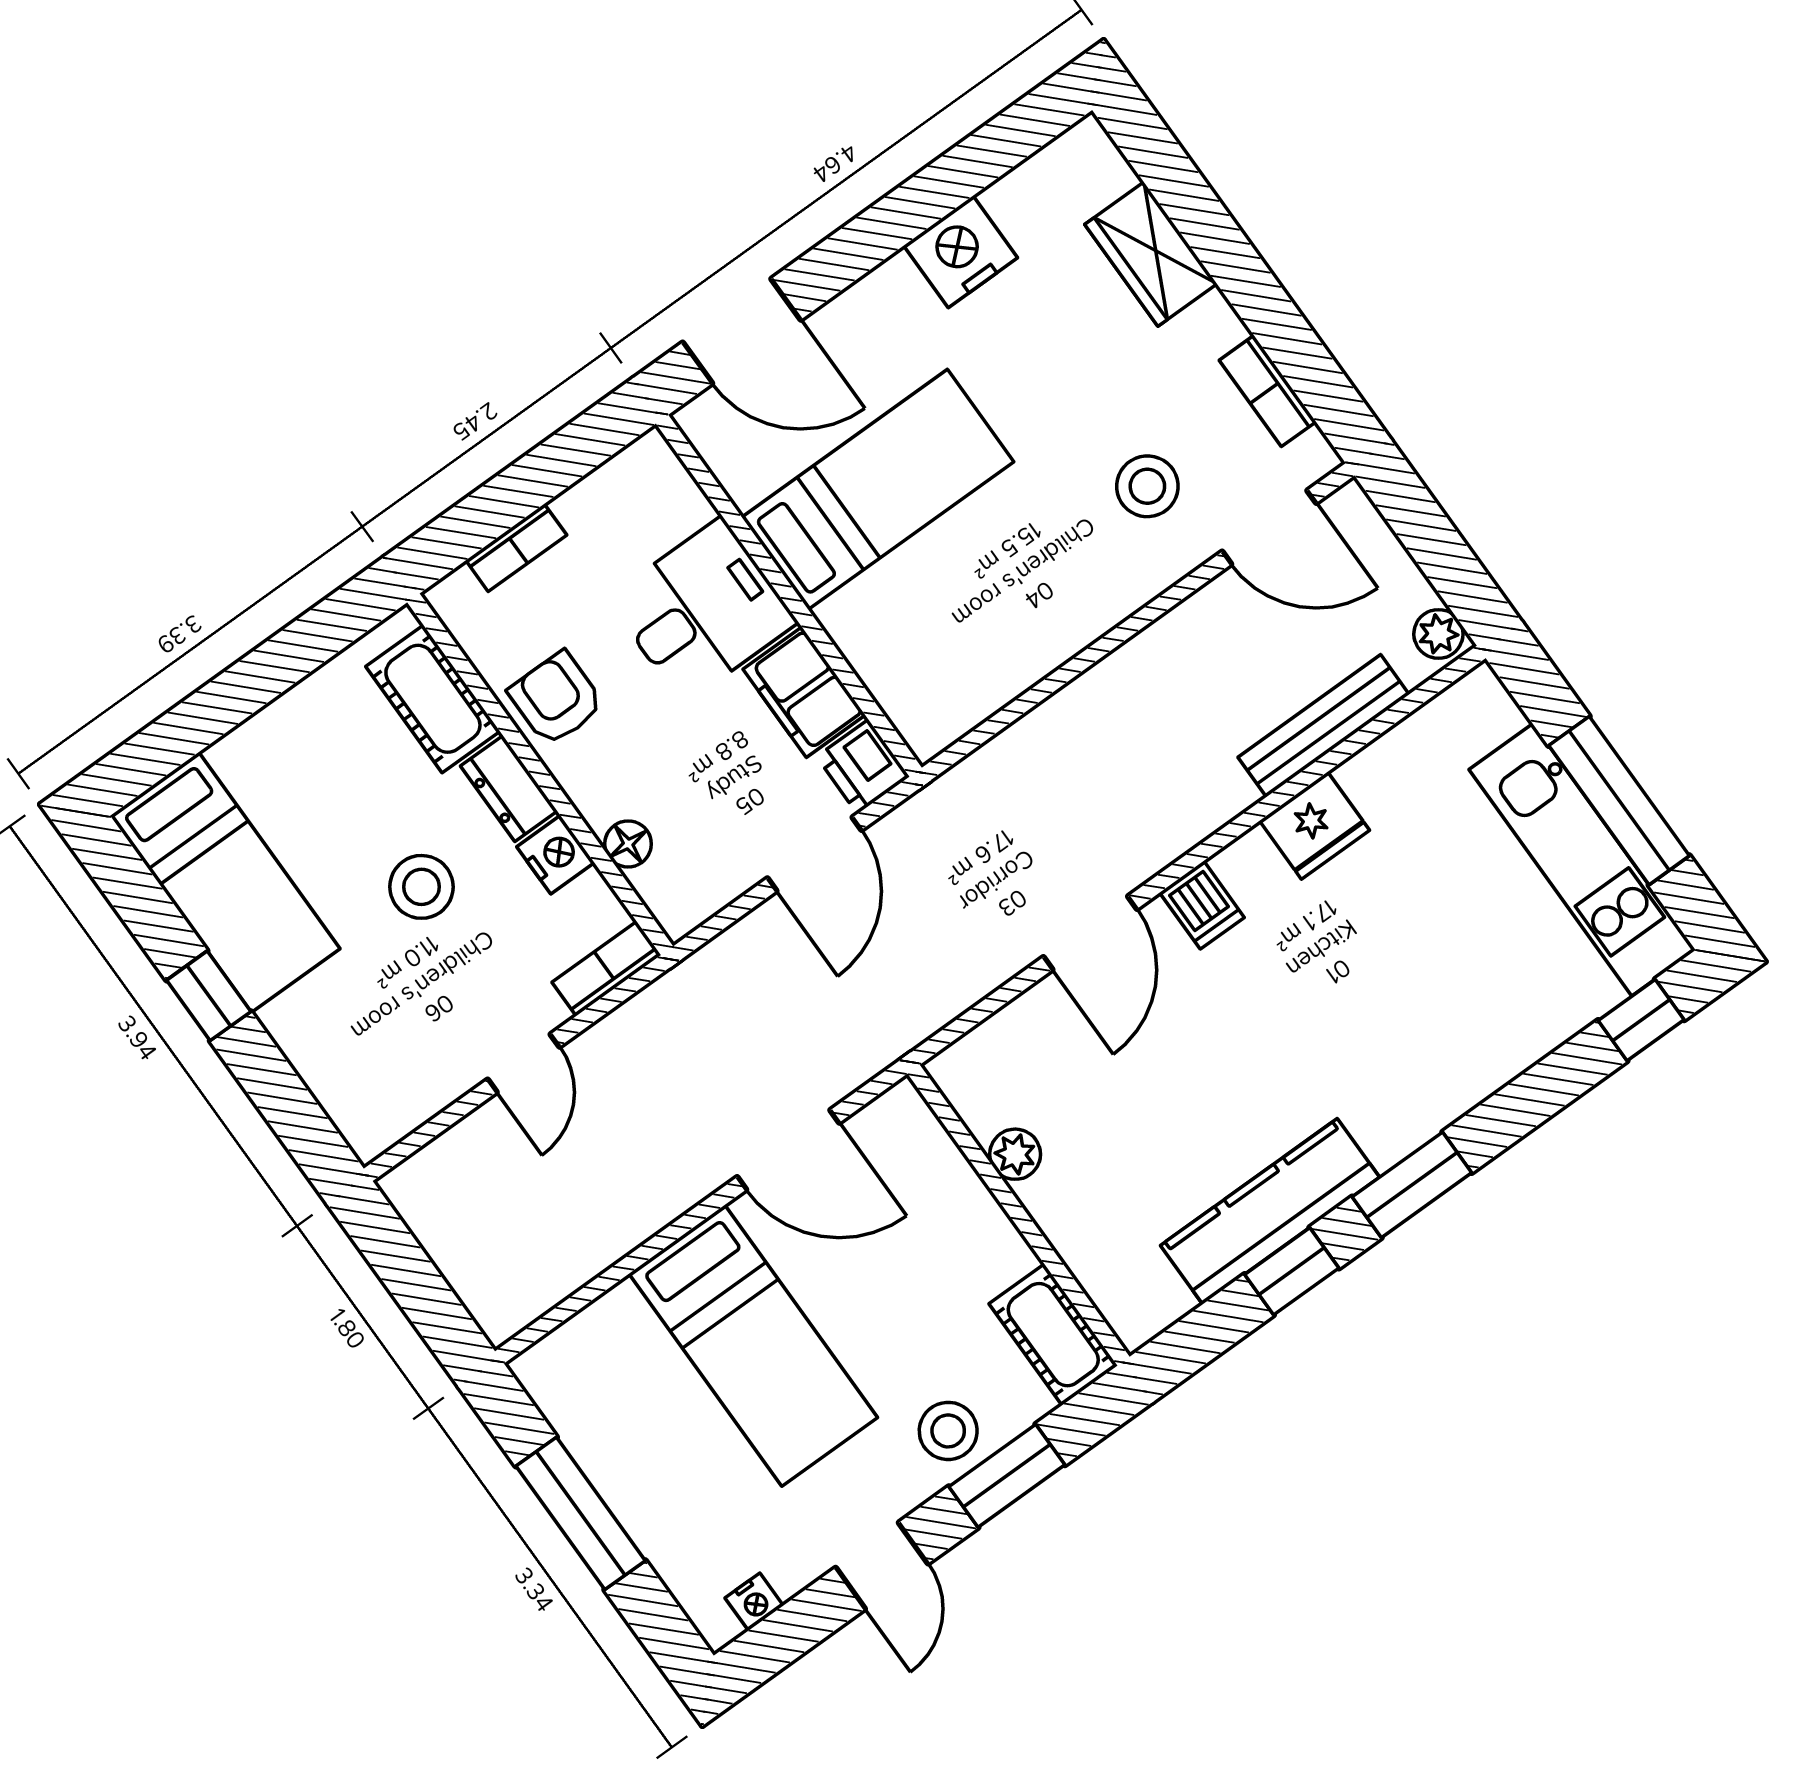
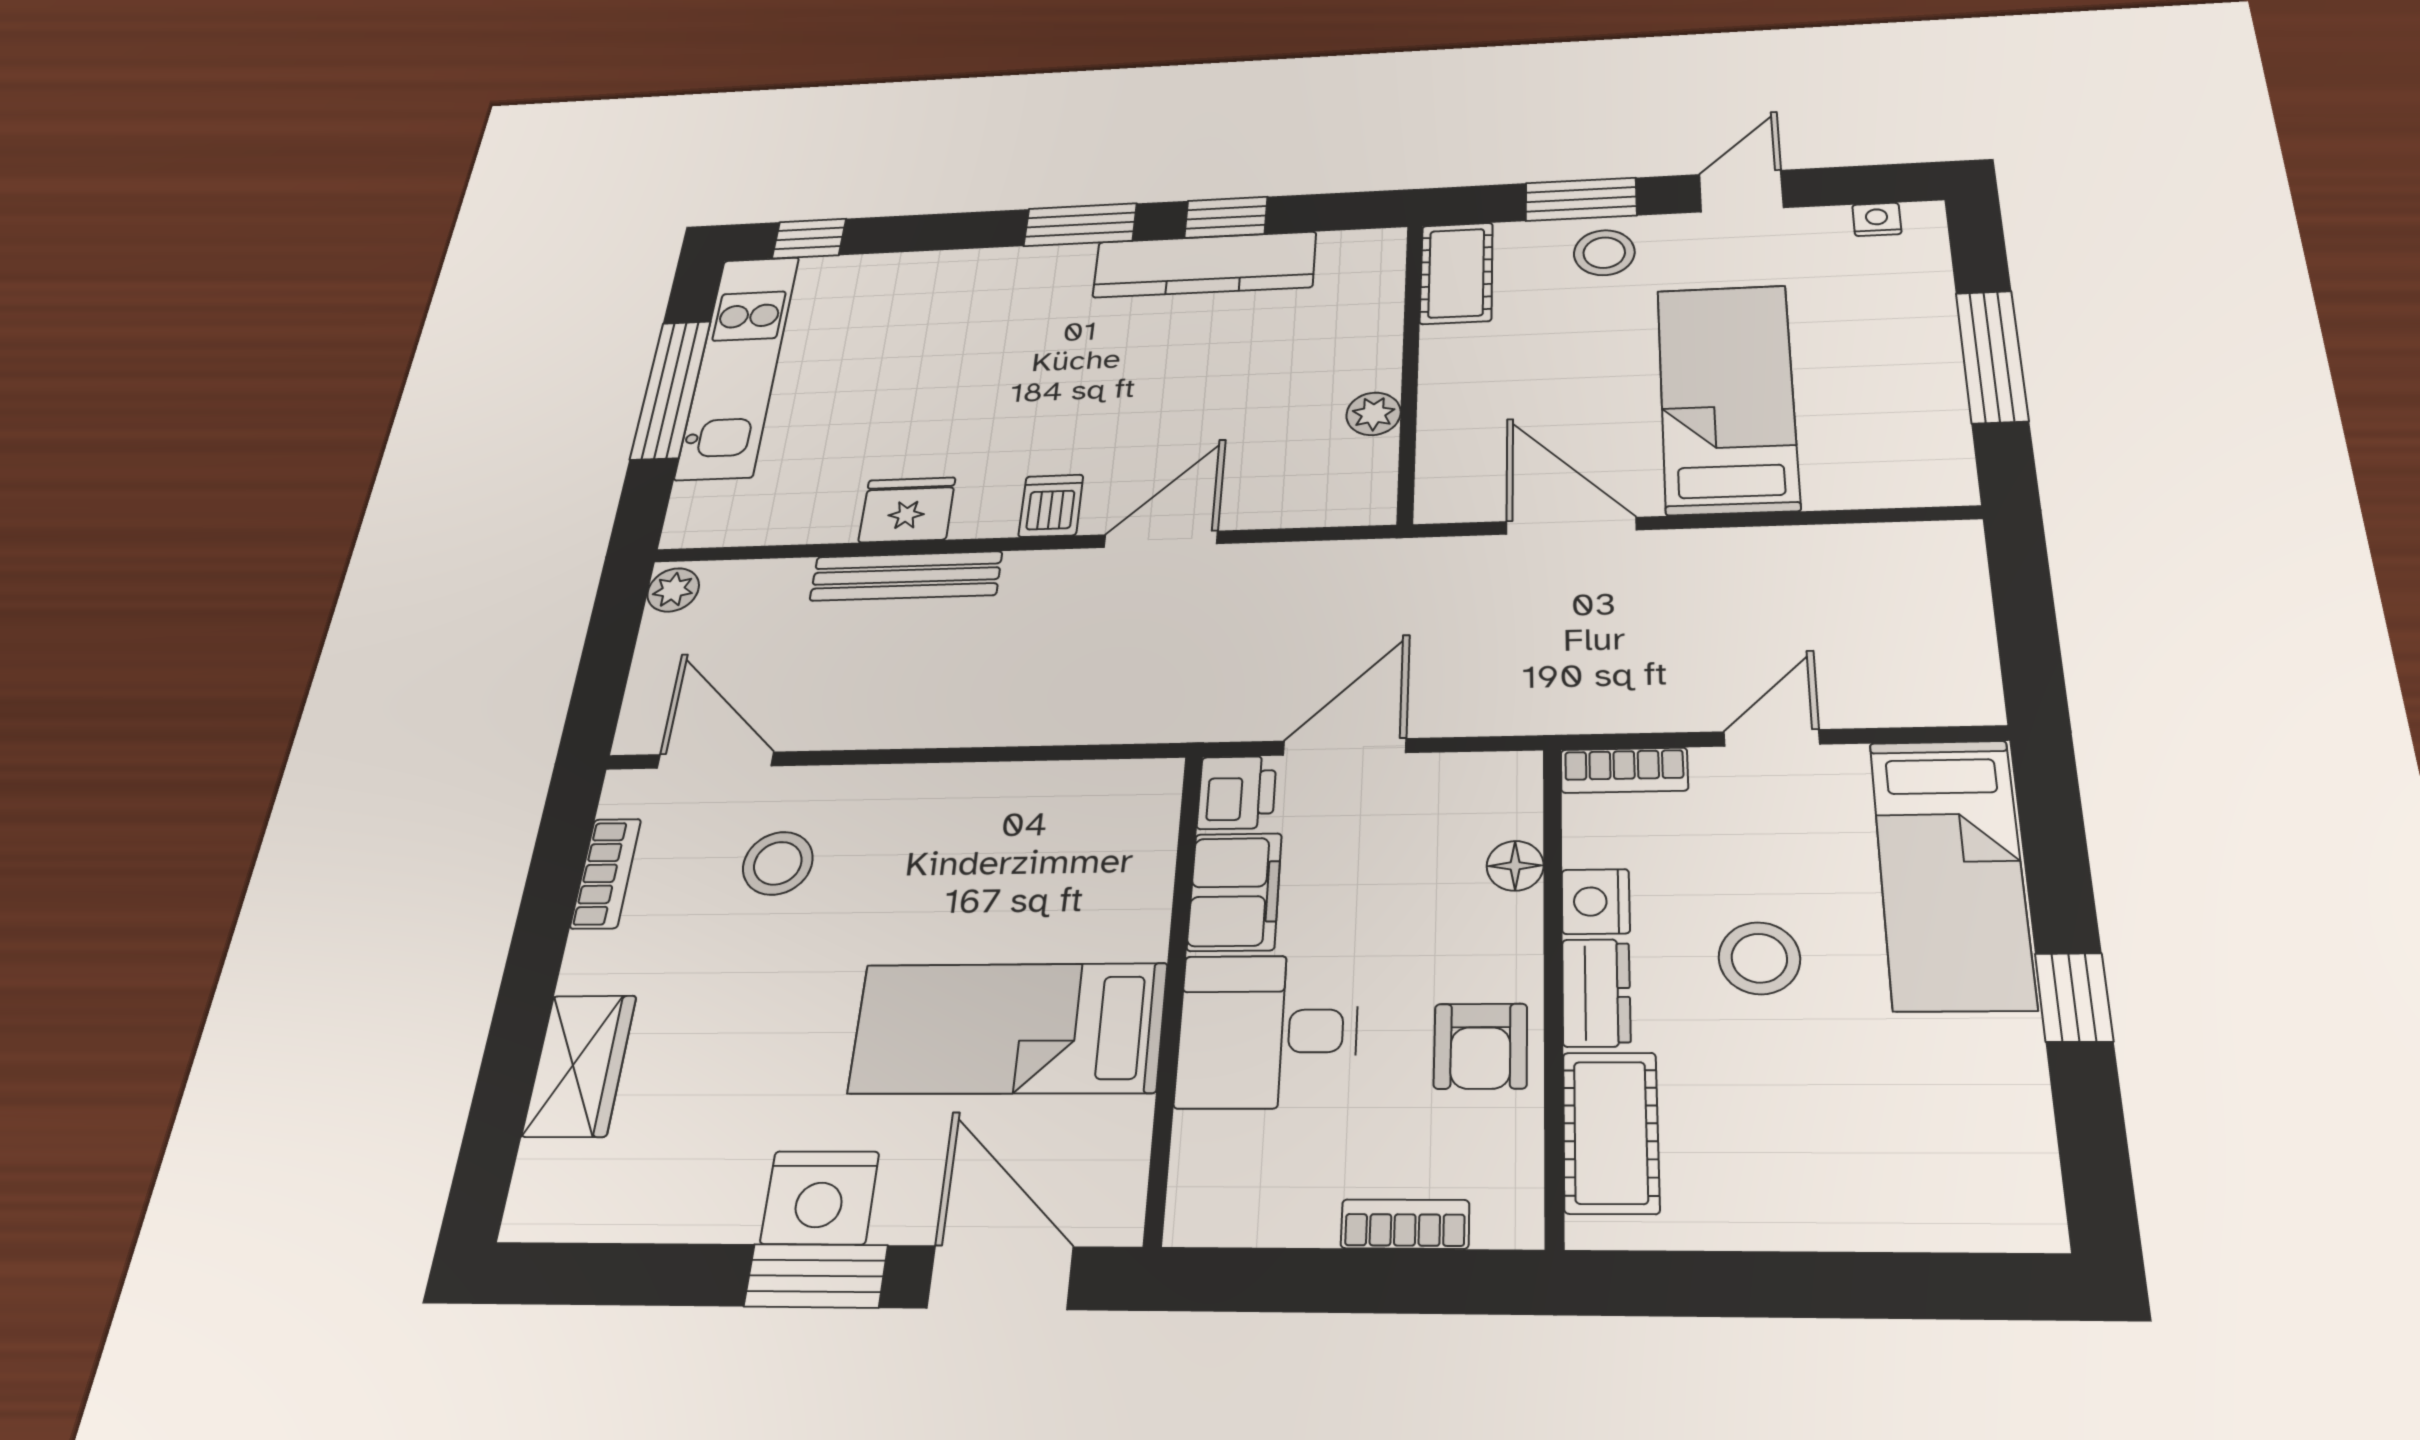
window: (861, 246) -> (816, 1276), added
nightstand: (961, 252) -> (820, 1198), moved
bench: (1324, 726) -> (906, 576), moved
bed: (225, 882) -> (1951, 872), moved, turned 180

